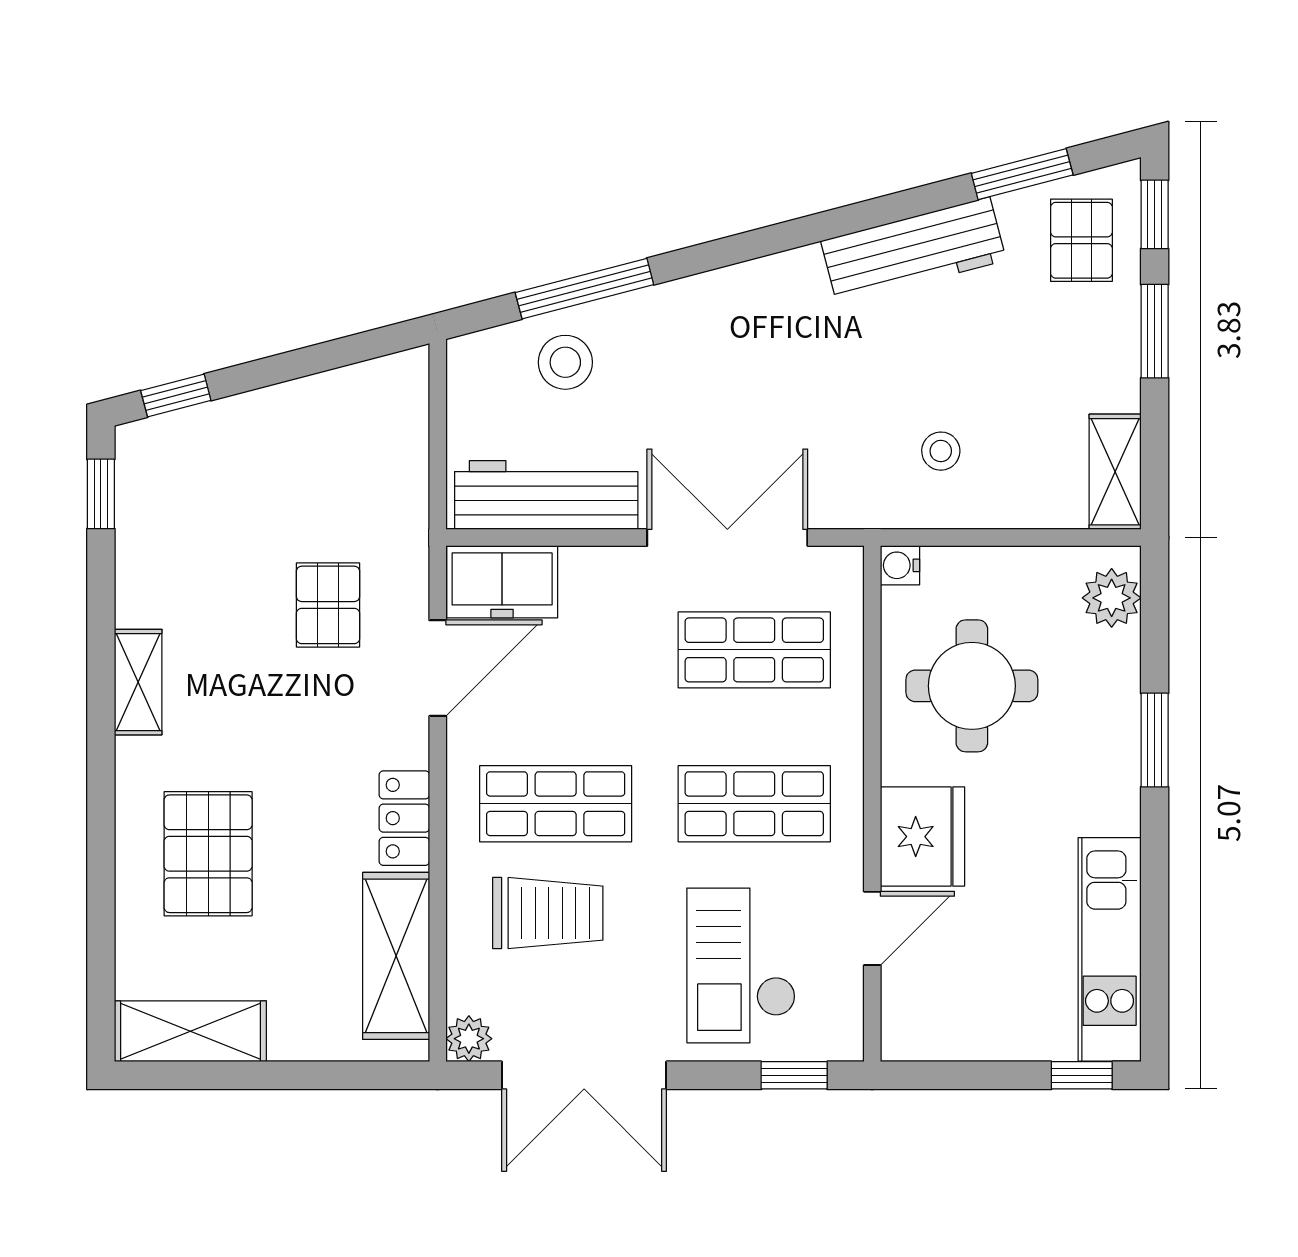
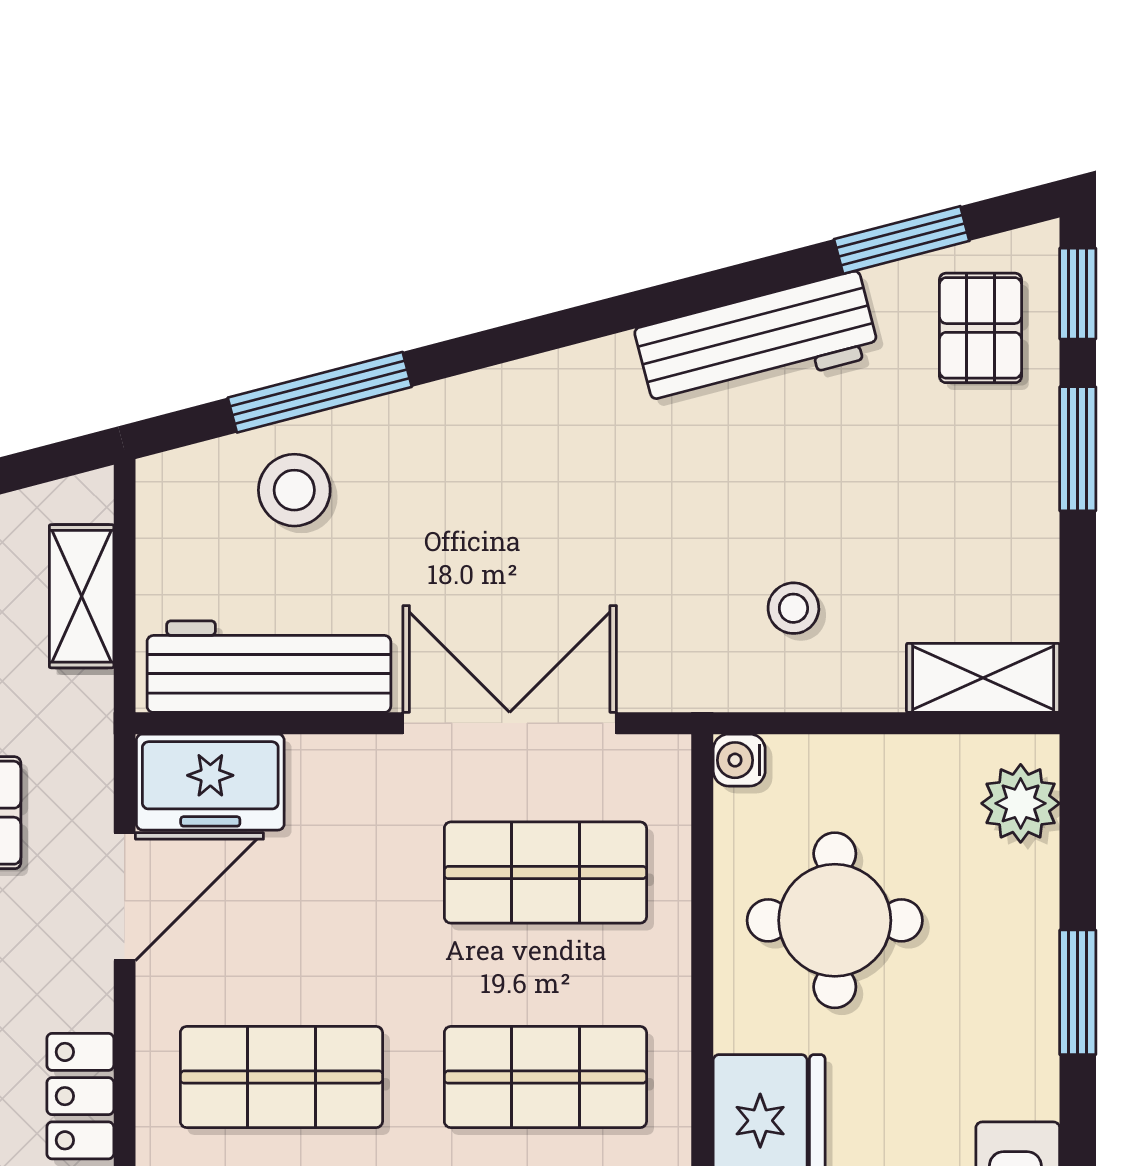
shelving: (405, 442) -> (82, 596), added
shelving: (1115, 472) -> (983, 678), moved, turned 90

